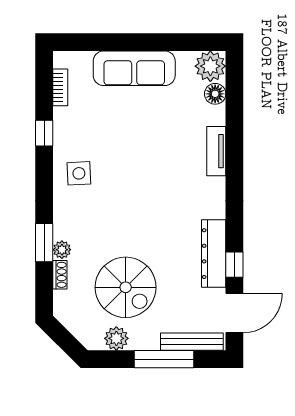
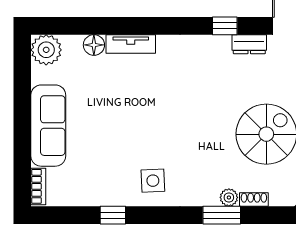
bookcase: (60, 87) -> (38, 186), moved, turned 90
floor lamp: (215, 94) -> (94, 45), moved
dresser: (214, 254) -> (249, 44), width x0.51, depth x0.80
window: (234, 265) -> (225, 26), moved

